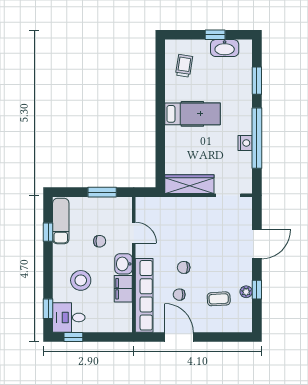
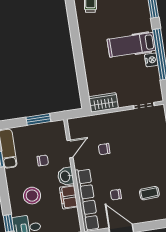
hospital bed: (192, 114) -> (131, 45), moved, turned 180
wardrobe: (189, 184) -> (103, 102), width x0.67
door: (134, 233) -> (70, 149), hinge flipped
chair: (184, 267) -> (104, 149), moved

